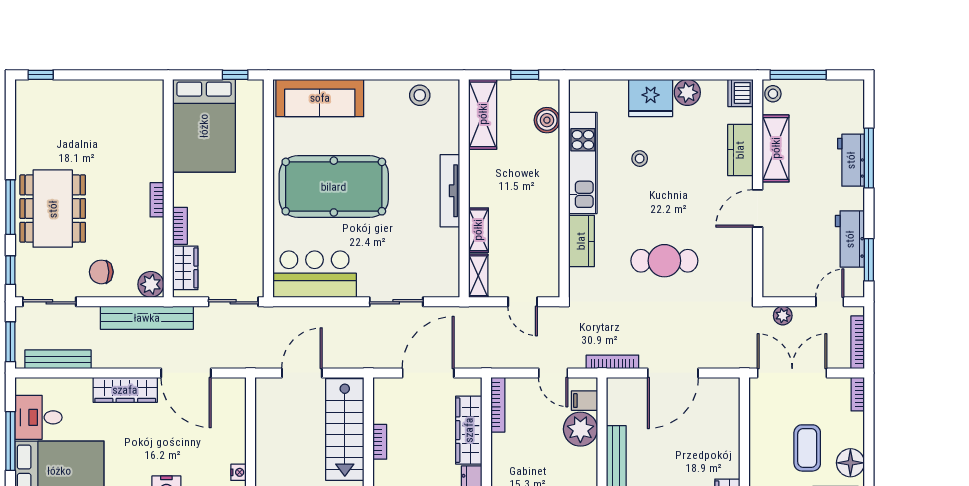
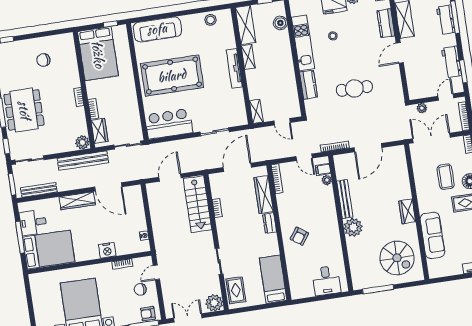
shelving: (478, 230) -> (248, 57), moved
chair: (101, 272) -> (43, 60), moved
plant: (580, 429) -> (327, 180), width x0.53, depth x0.53

